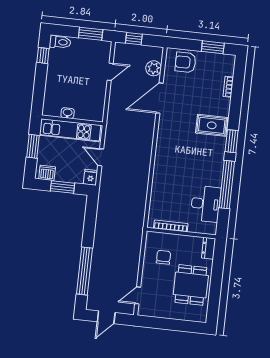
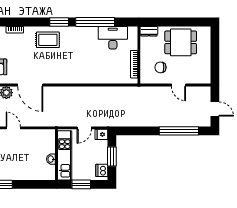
rug: (212, 125) -> (48, 40), turned 90
door: (138, 295) -> (178, 85), moved

